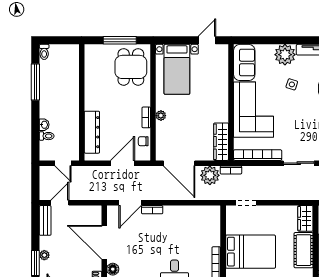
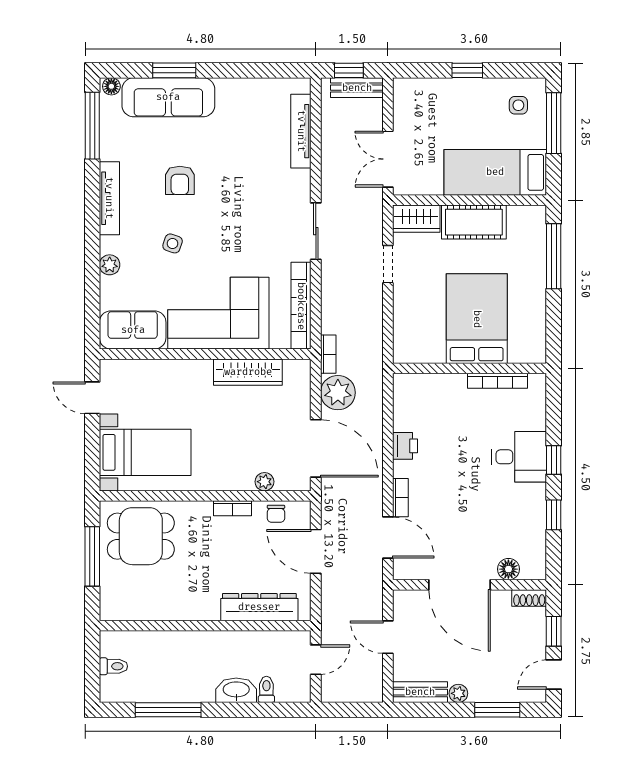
toilet: (44, 52) -> (113, 666), moved
plant: (285, 55) -> (110, 265), width x0.53, depth x0.53
plant: (161, 116) -> (264, 482), moved
washbasin: (44, 125) -> (236, 690), width x1.91, depth x1.45
wardrobe: (221, 142) -> (248, 372), moved
door: (179, 163) -> (316, 448), hinge flipped
door: (60, 203) -> (388, 637), moved
doorway: (246, 203) -> (388, 264), moved
printer: (181, 212) -> (405, 446), added
door: (104, 242) -> (460, 585), hinge flipped
plant: (44, 255) -> (458, 693), moved

